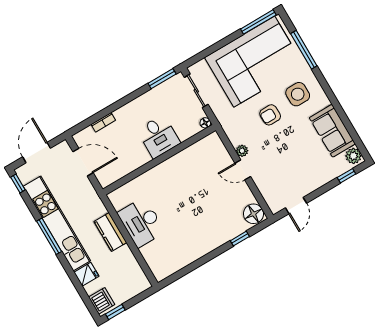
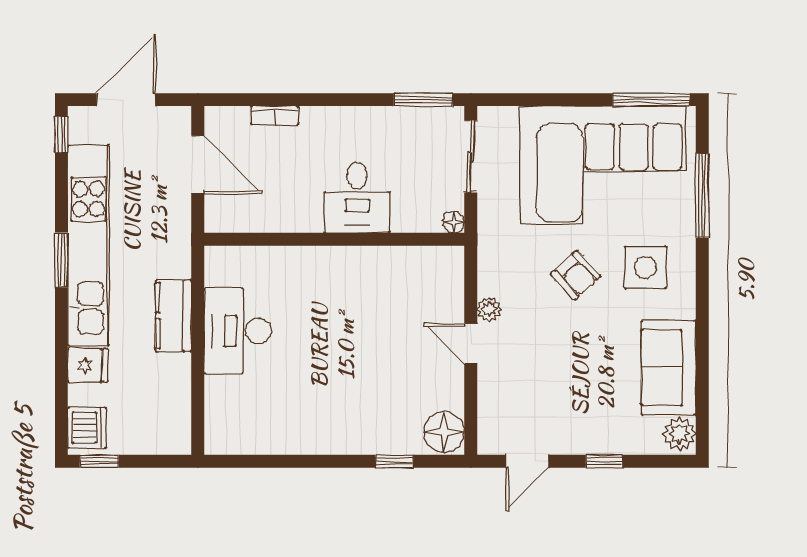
armchair: (270, 115) -> (576, 275), turned -133
window: (346, 176) -> (604, 461), moved
window: (49, 236) -> (61, 260), width x0.69

